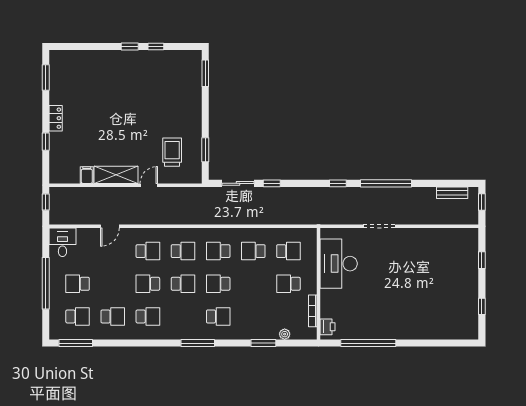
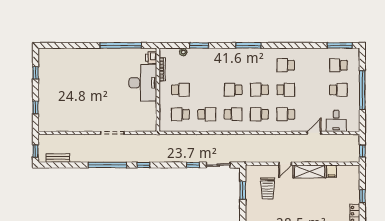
desk: (62, 242) -> (336, 121), moved
desk: (339, 264) -> (143, 83), moved
school desk: (218, 284) -> (233, 90), turned 180
school desk: (113, 316) -> (312, 65), removed
school desk: (218, 316) -> (233, 65), removed

